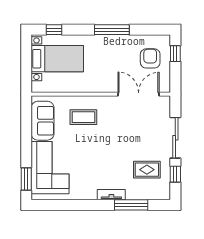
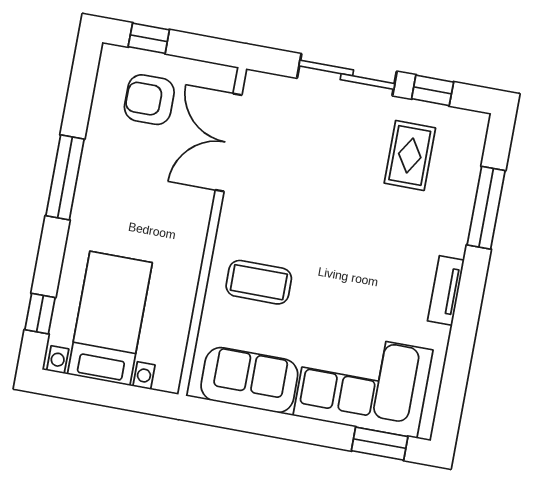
coffee table: (83, 117) -> (259, 282), turned 90
tv unit: (111, 195) -> (446, 291), moved

